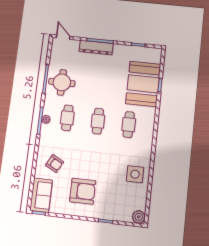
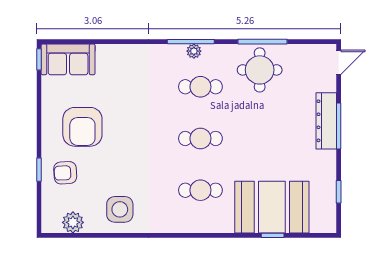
armchair: (55, 163) -> (65, 173), moved, turned 59
plant: (139, 217) -> (73, 222), moved

